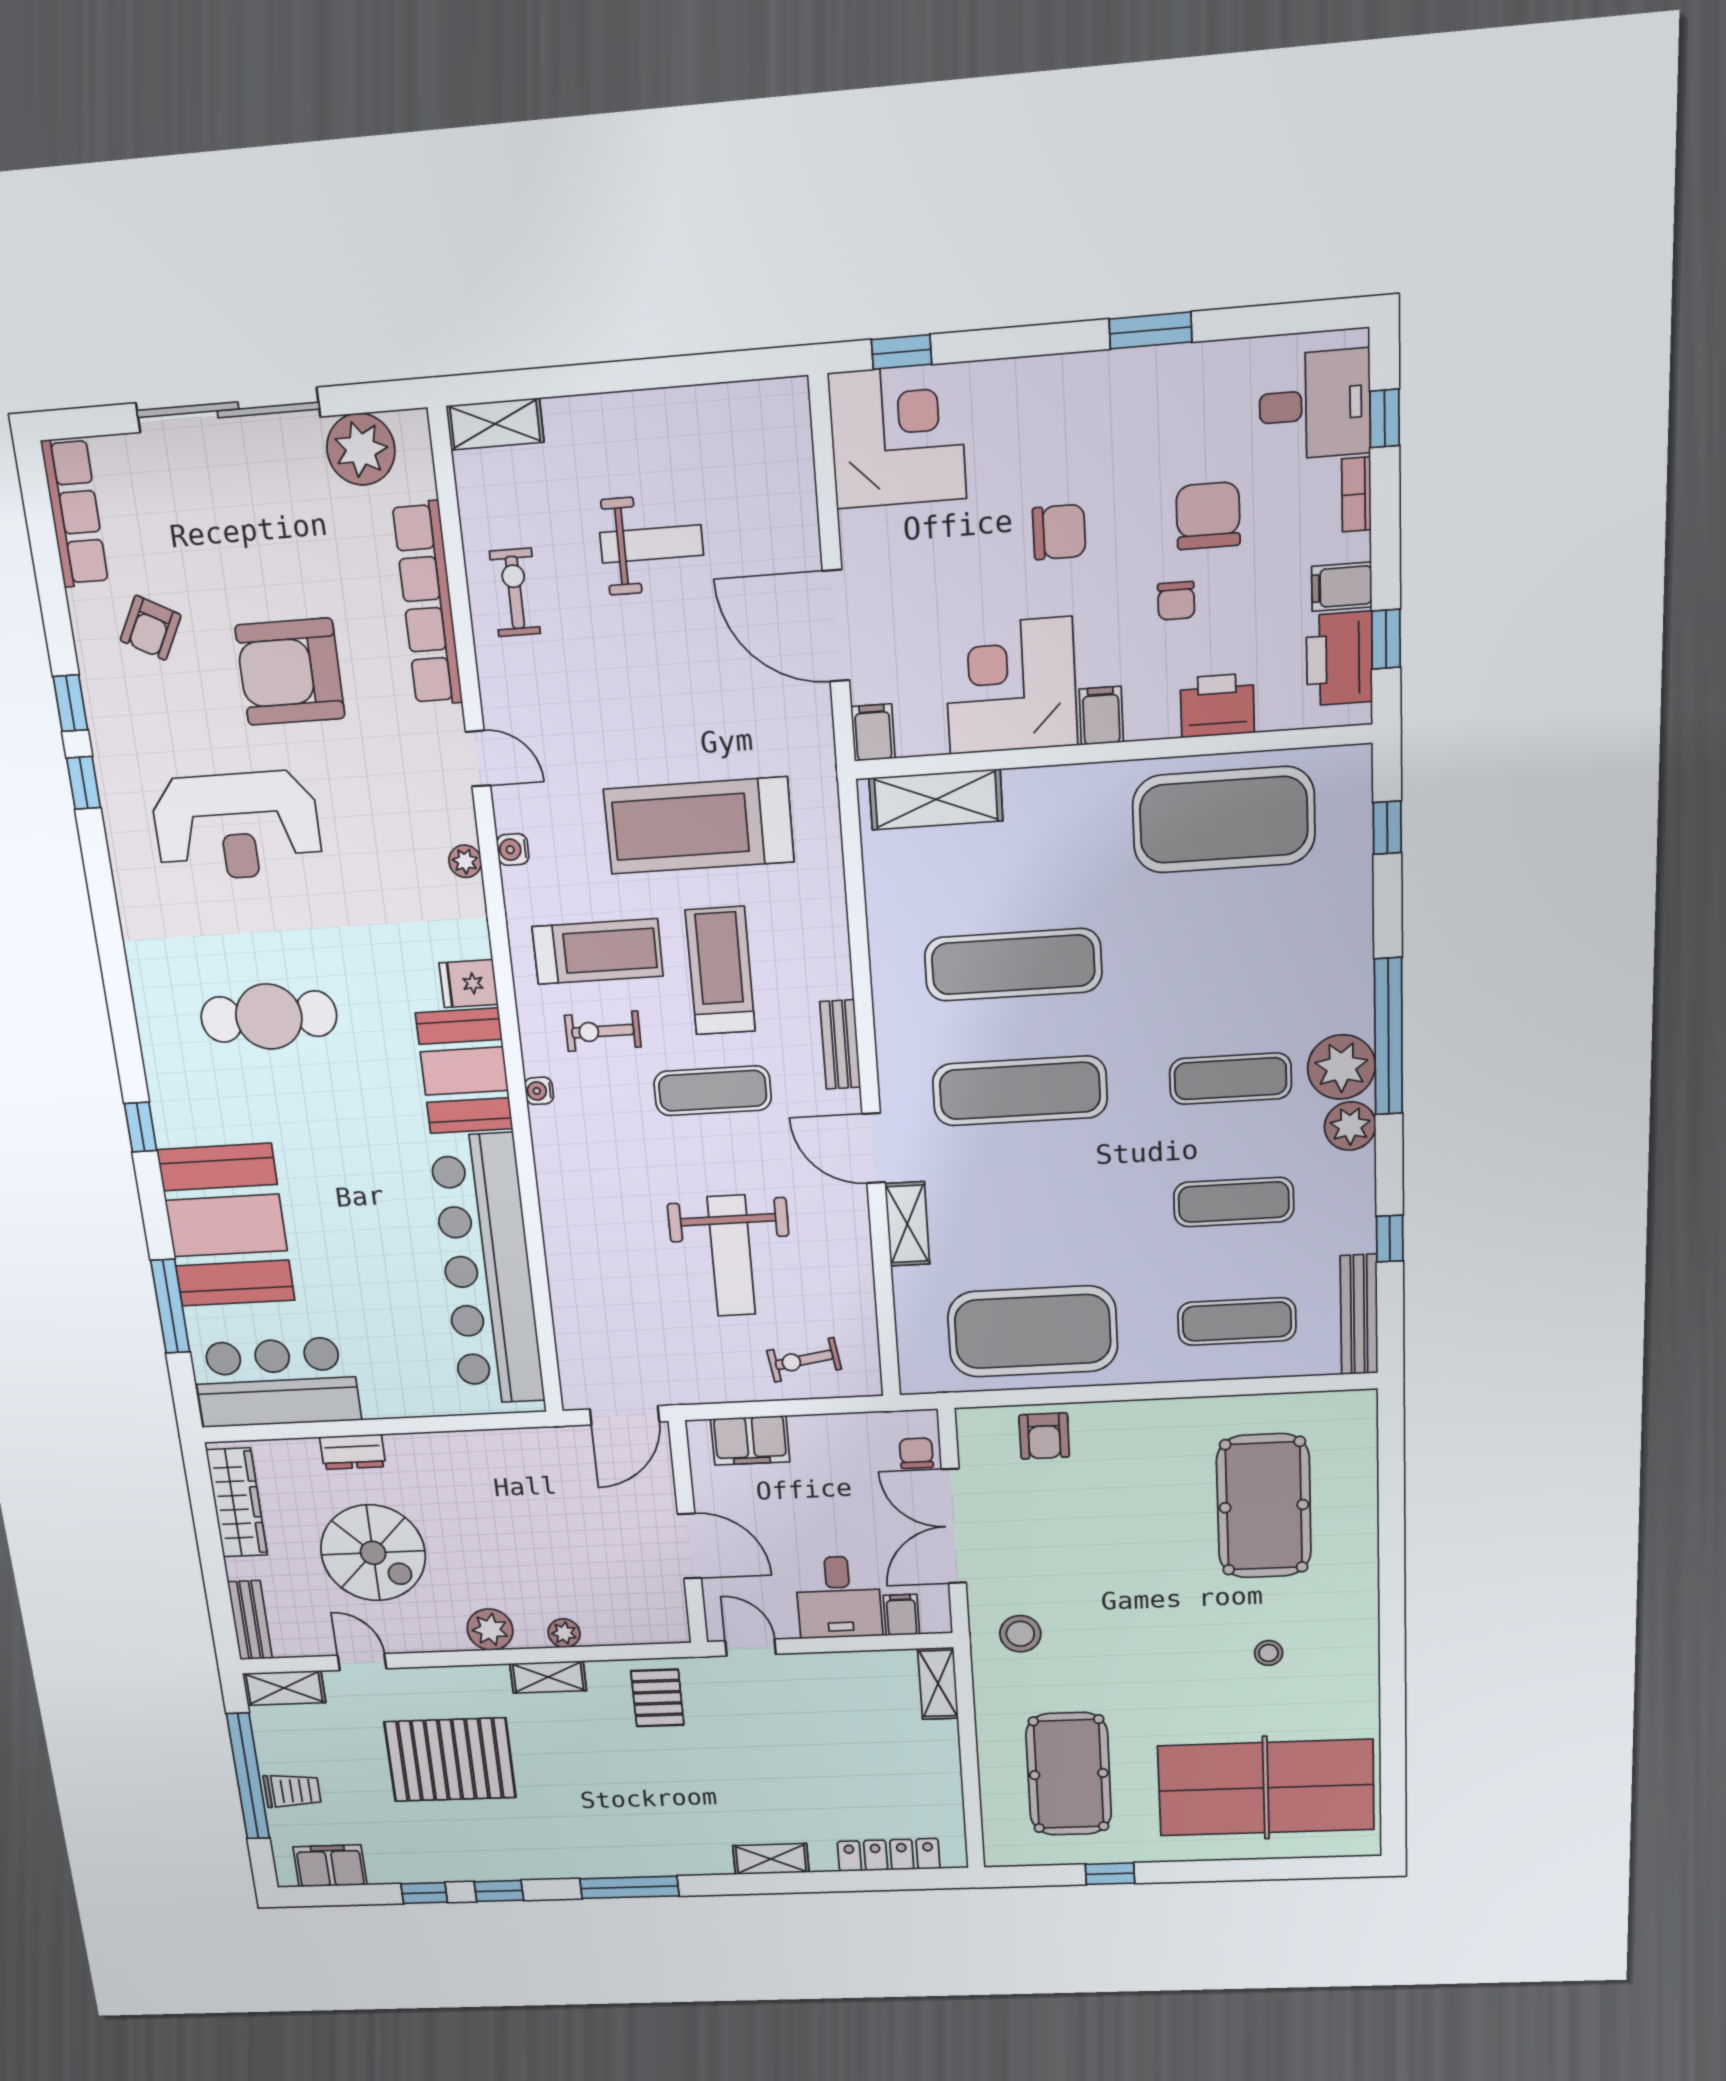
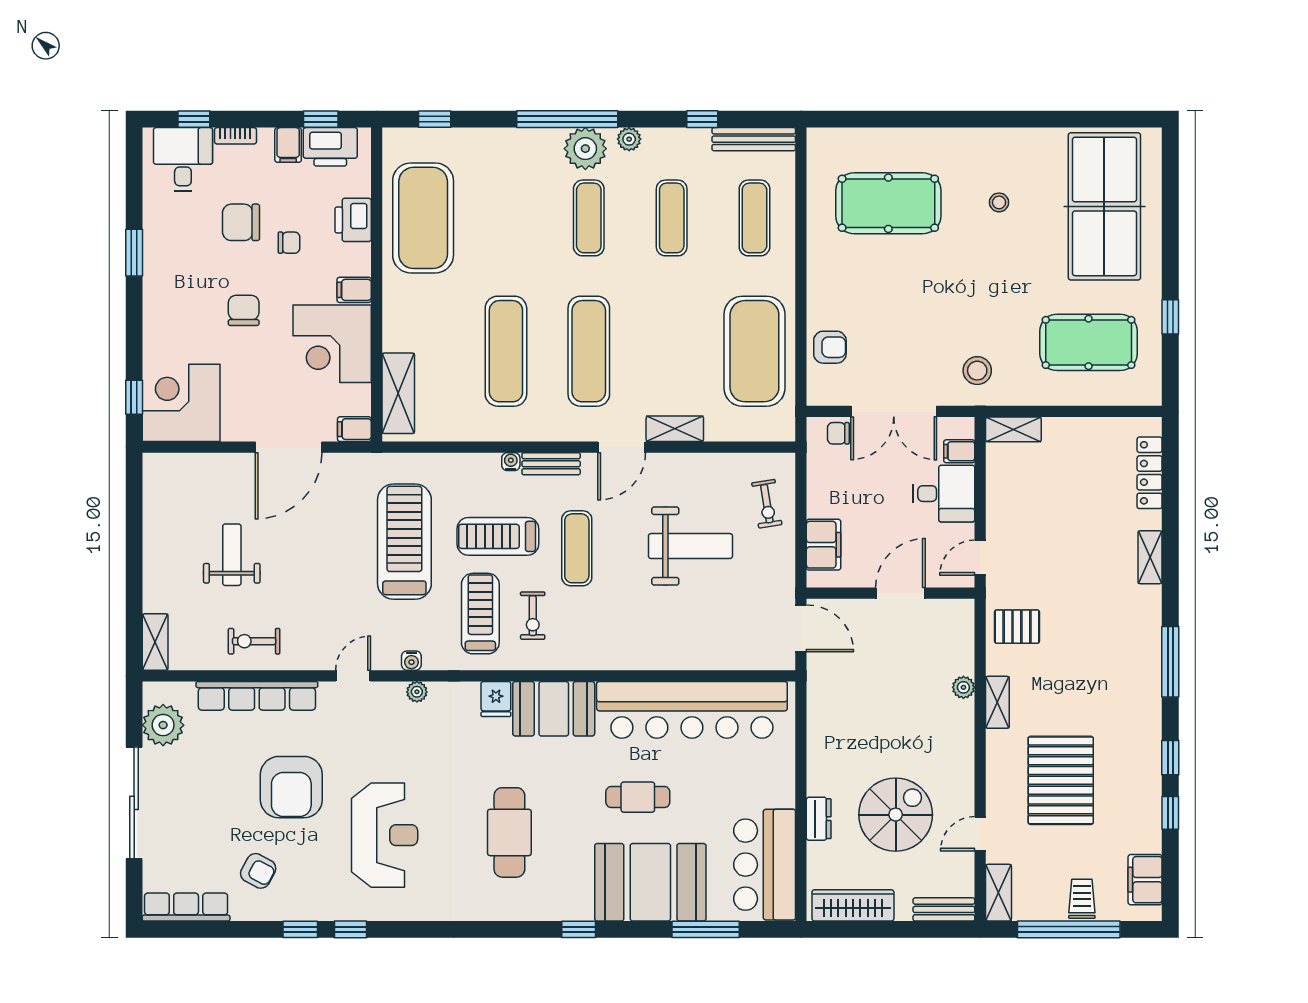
treadmill: (699, 826) -> (404, 542), turned 180
water cooler: (539, 1091) -> (511, 462), moved, turned 180
plant: (1350, 1126) -> (629, 139), width x0.73, depth x0.73
cafe table: (349, 1201) -> (638, 797), added
plant: (490, 1630) -> (958, 739), removed

